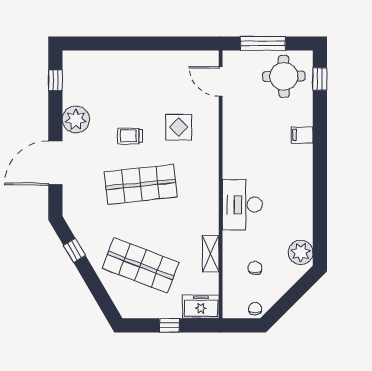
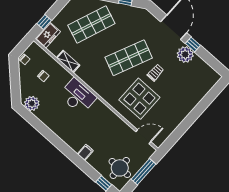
window: (55, 80) -> (193, 44), moved
display table: (179, 127) -> (139, 99), width x1.86, depth x1.86
shop shelf: (141, 184) -> (129, 58), turned 30
window: (169, 325) -> (44, 22), moved

